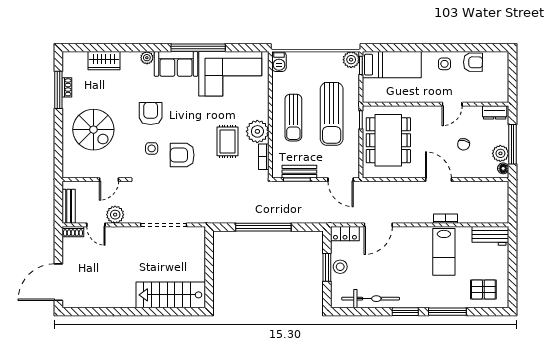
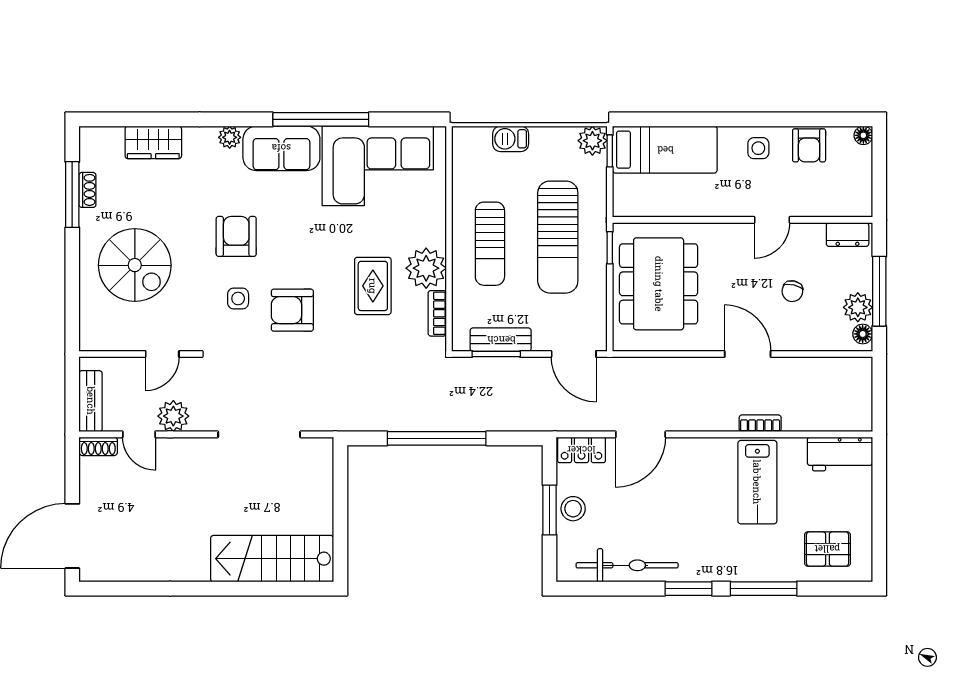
floor lamp: (504, 57) -> (863, 135), added
barbecue: (279, 62) -> (511, 139), moved, turned 90
armchair: (473, 62) -> (809, 145), turned 89

